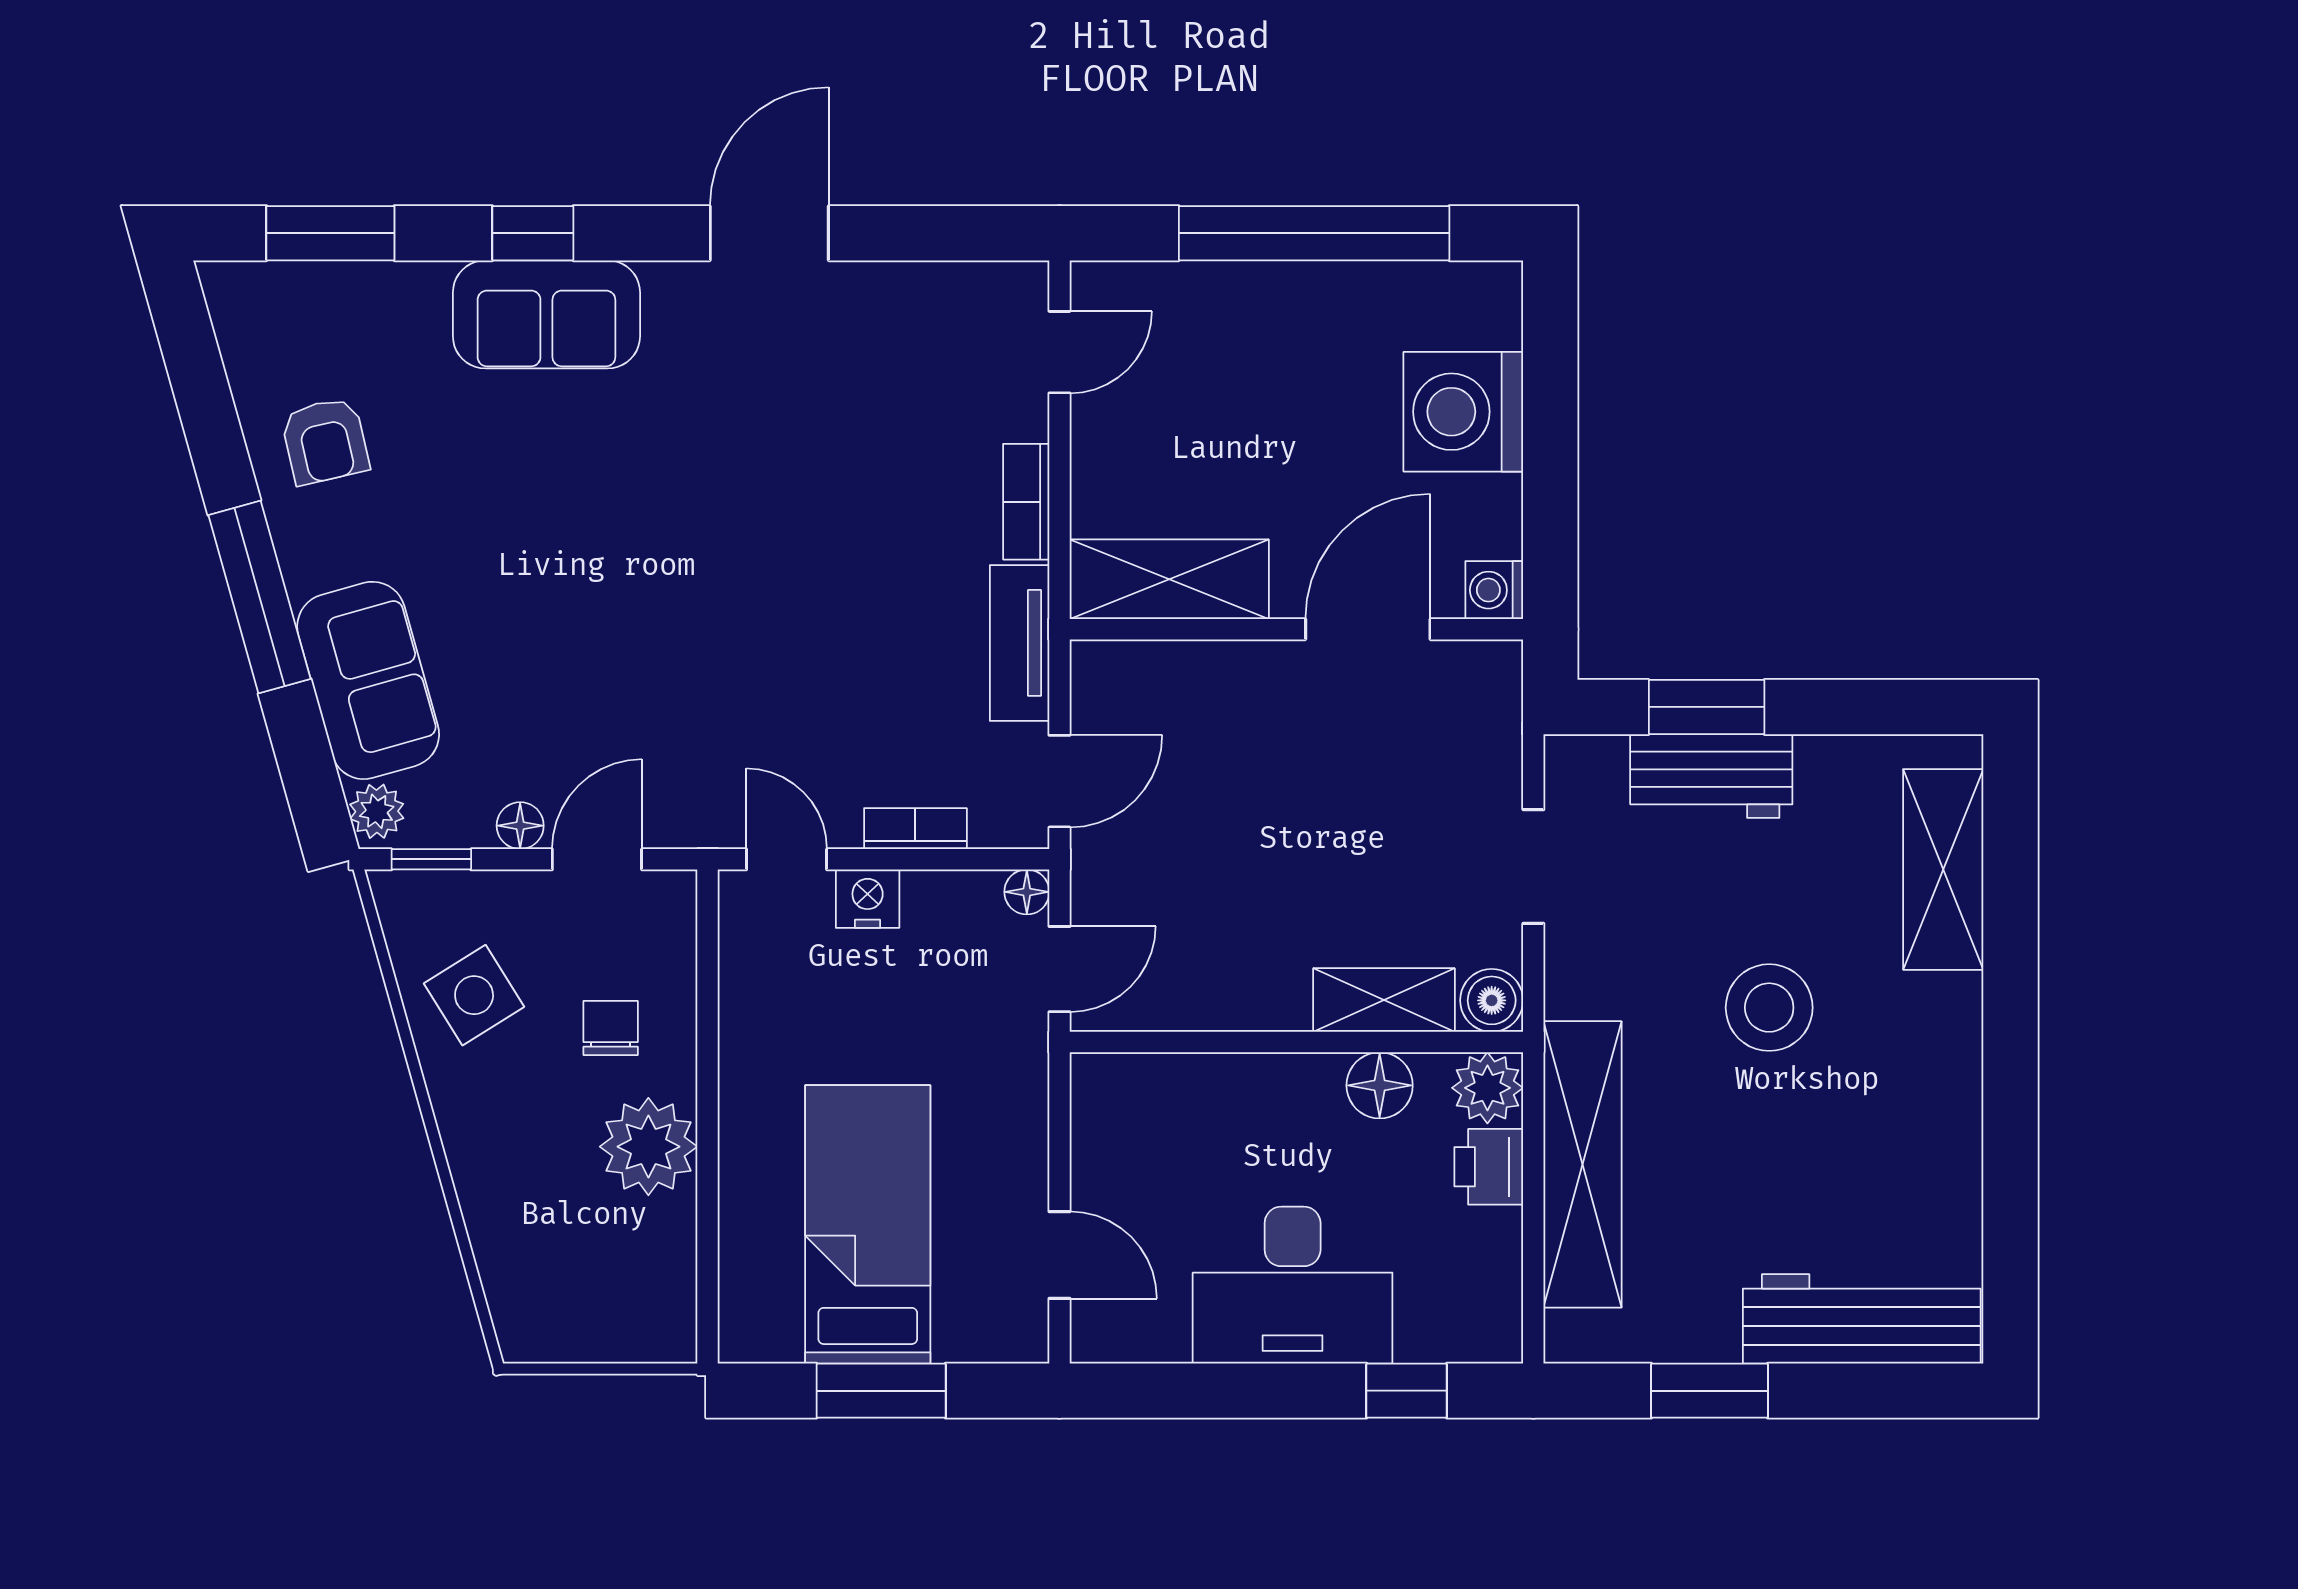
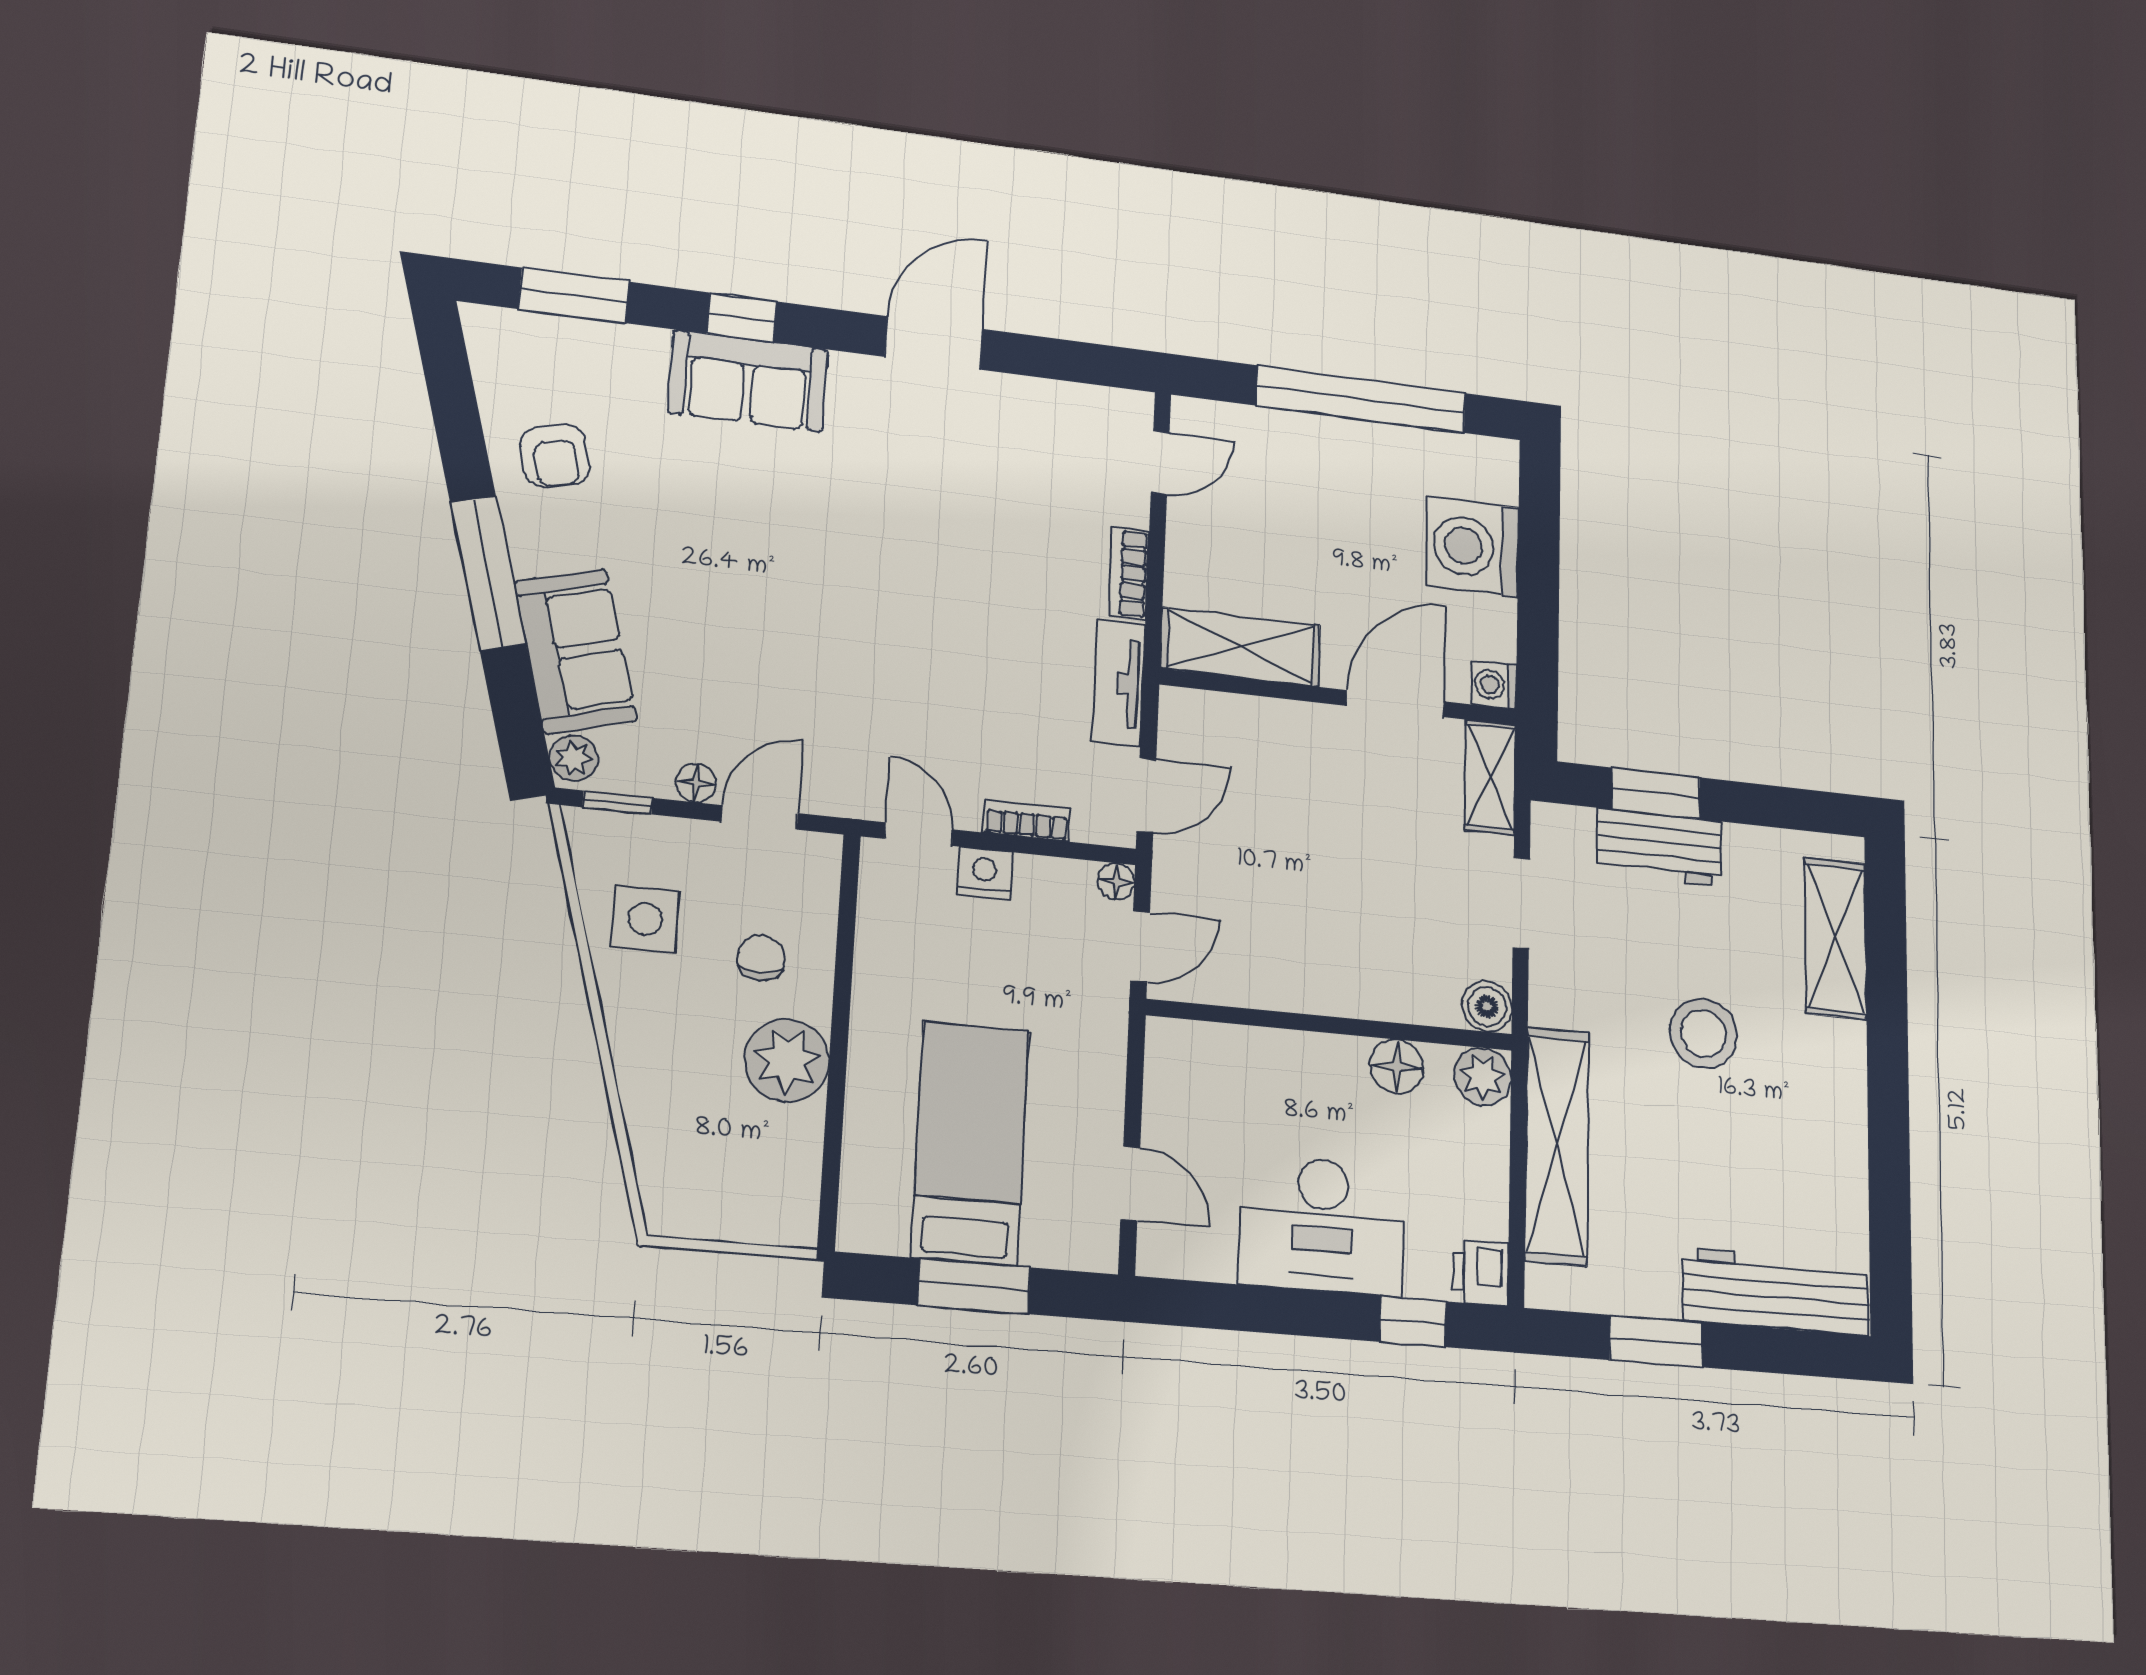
side table: (474, 995) -> (645, 919), turned 32
shelving: (1384, 1000) -> (1490, 777), moved, turned 90
printer: (1489, 1167) -> (1480, 1273), moved

